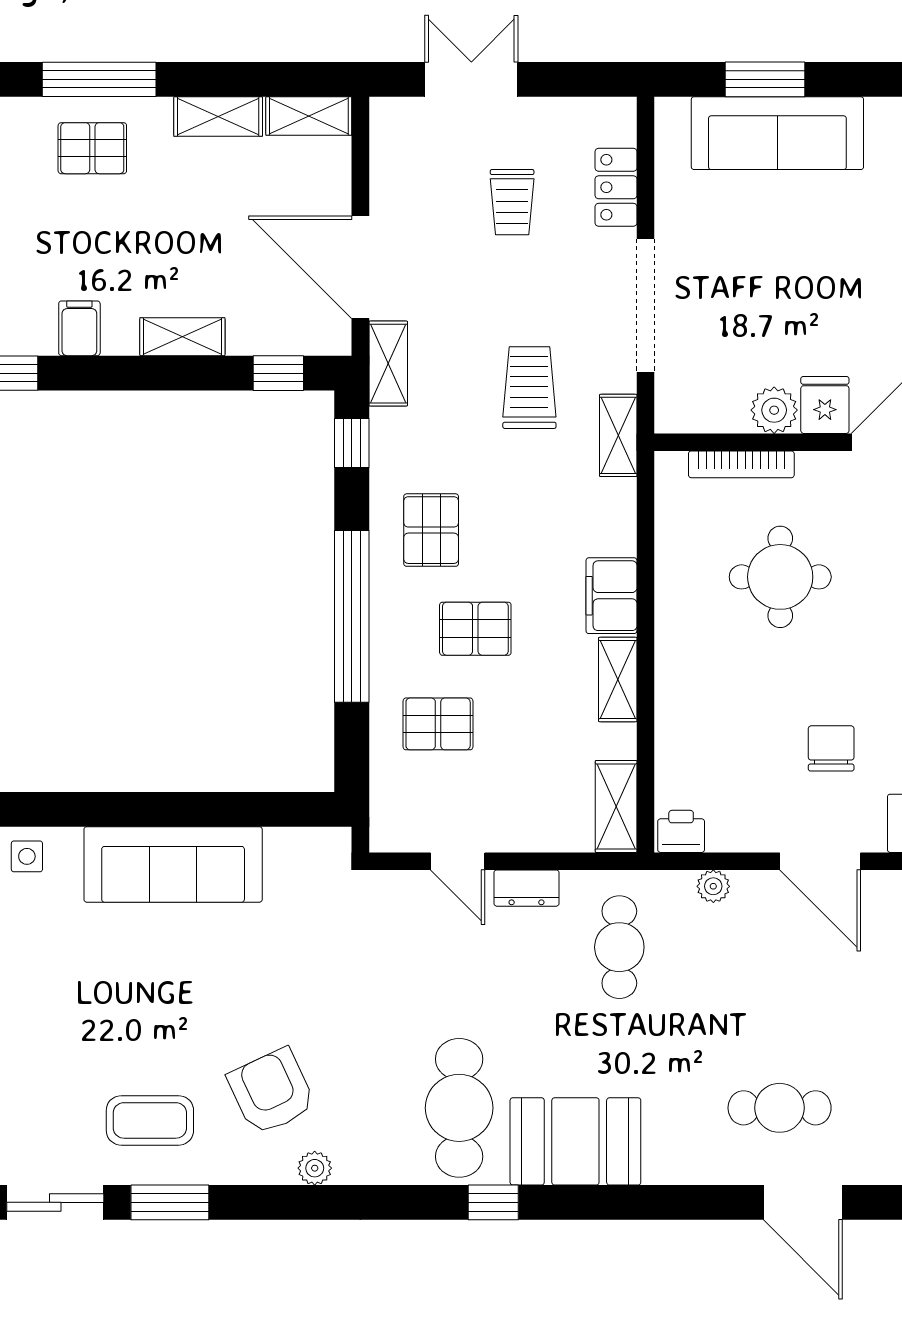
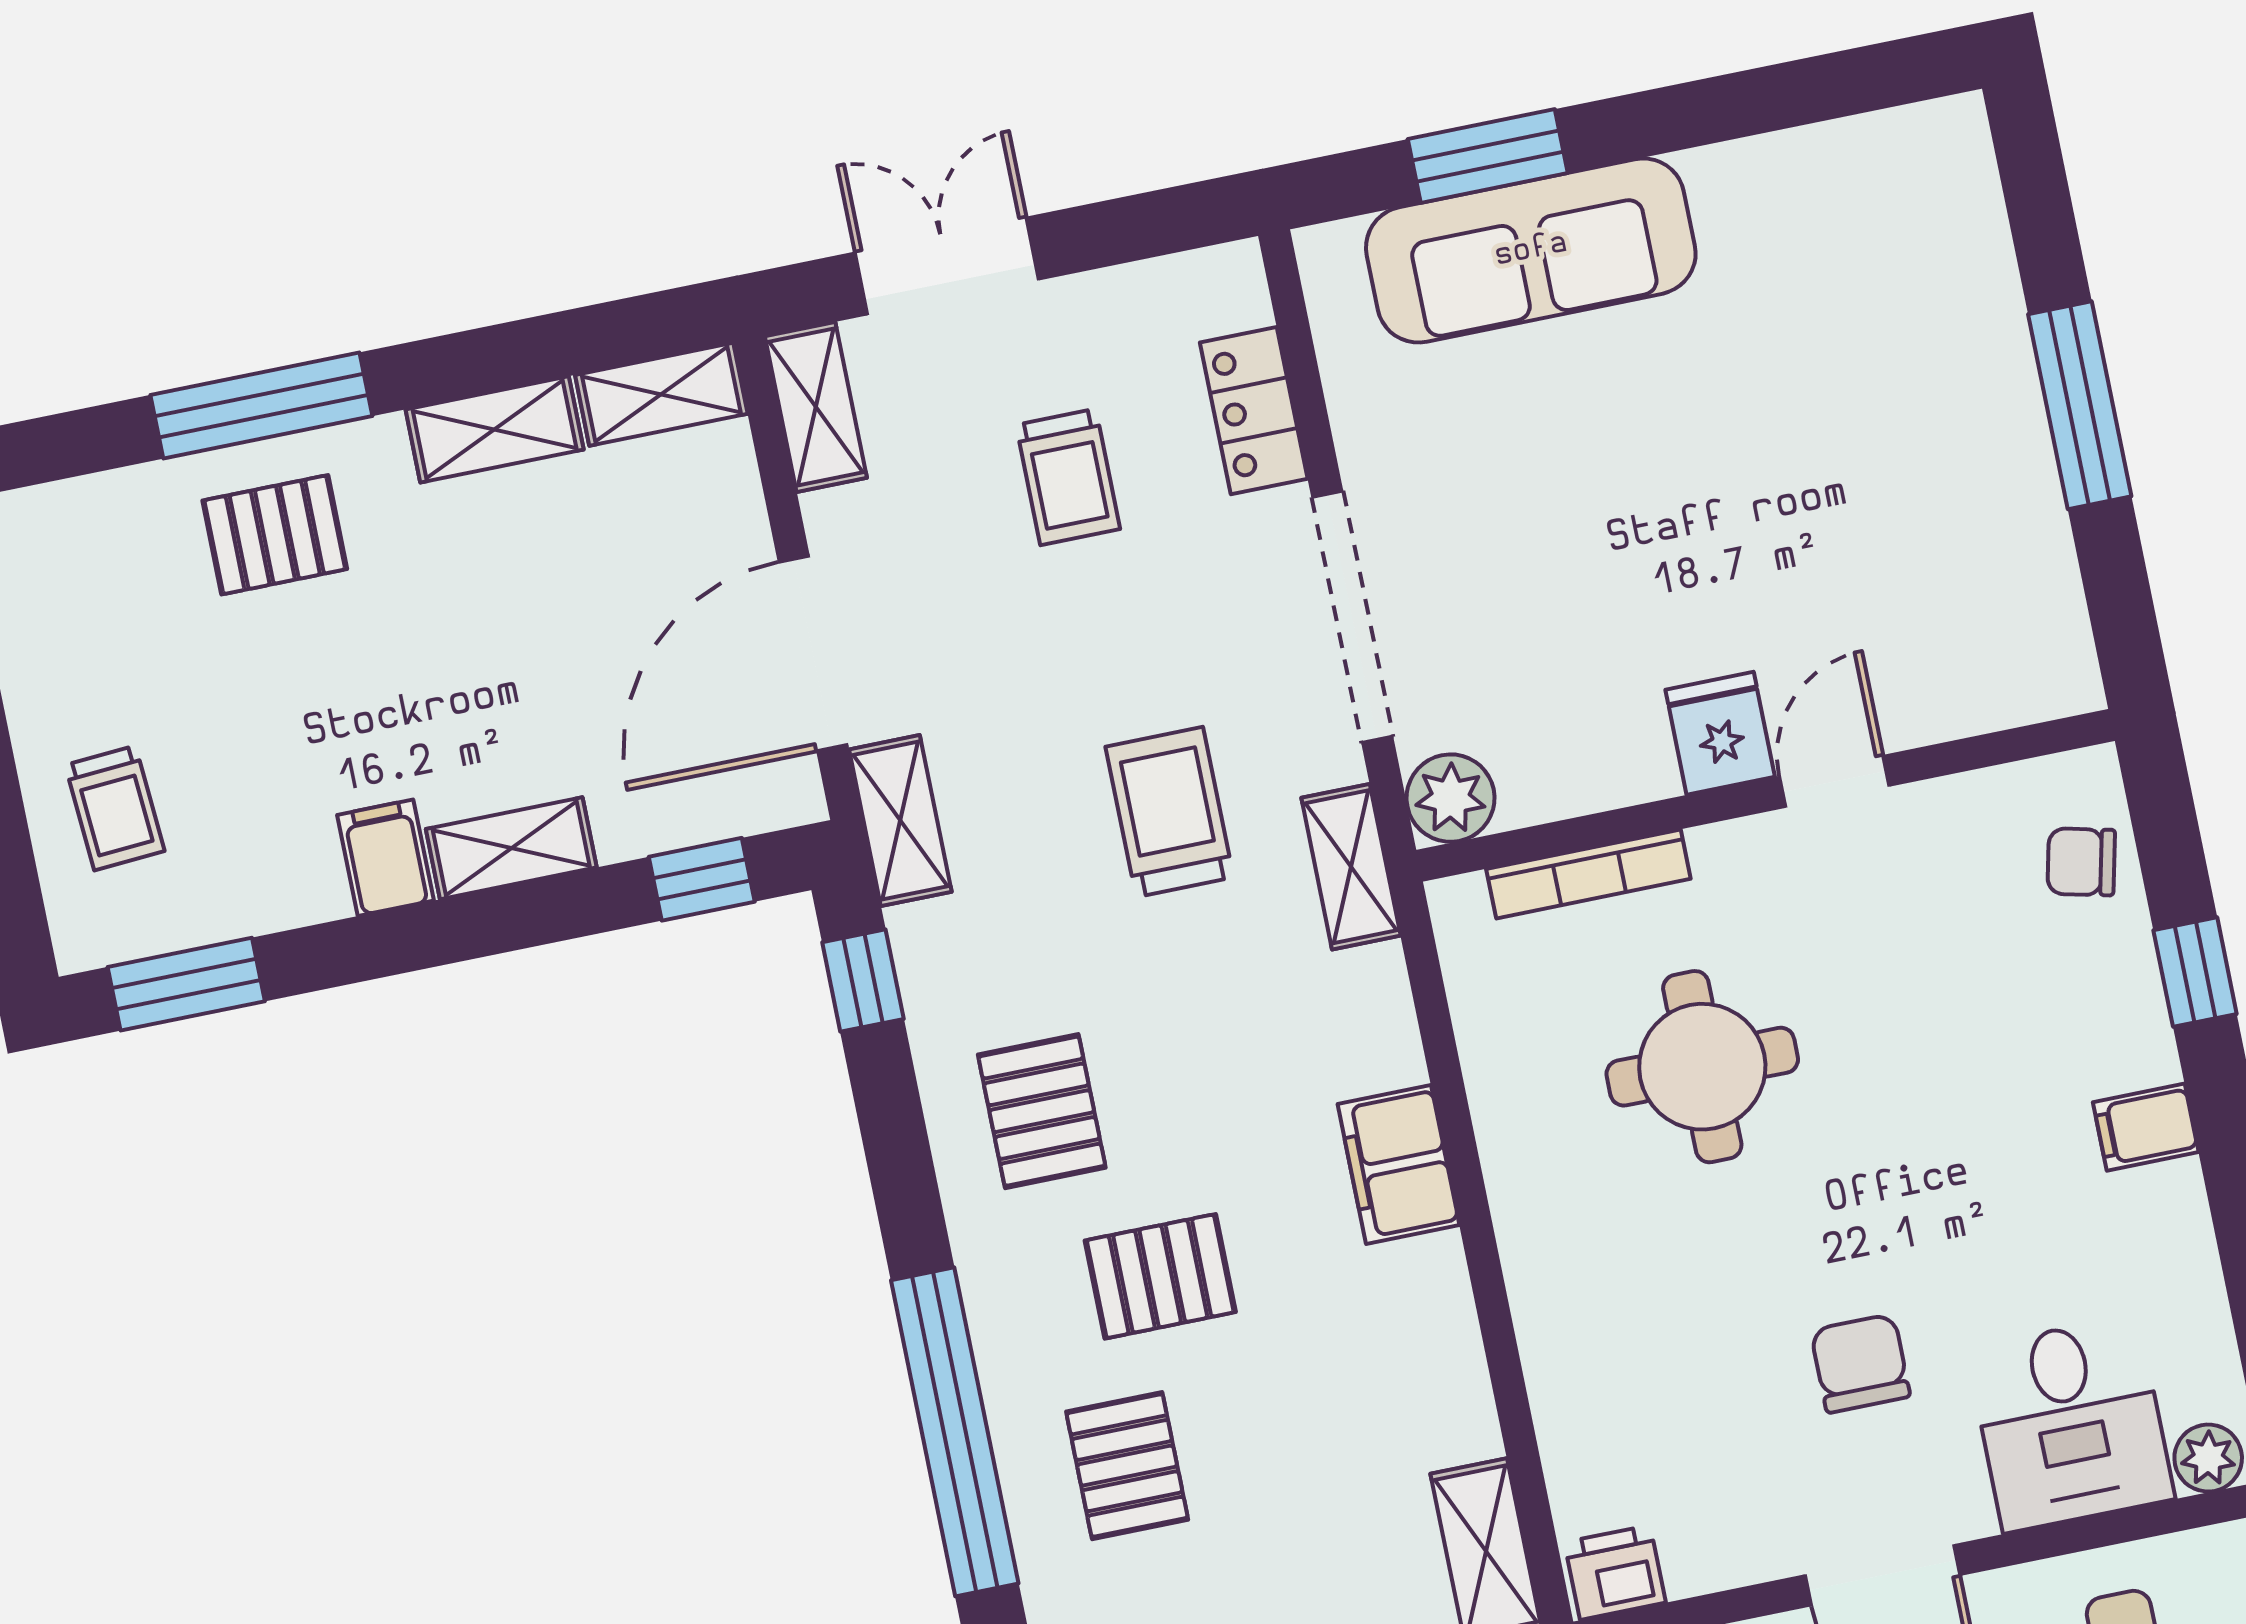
door: (360, 267) -> (813, 653), hinge flipped
filing cabinet: (79, 328) -> (385, 858), moved
plant: (774, 410) -> (1451, 798), moved
window: (352, 616) -> (955, 1432), moved
shelving: (618, 680) -> (816, 407), moved
pallet: (438, 724) -> (1127, 1466), turned 90

